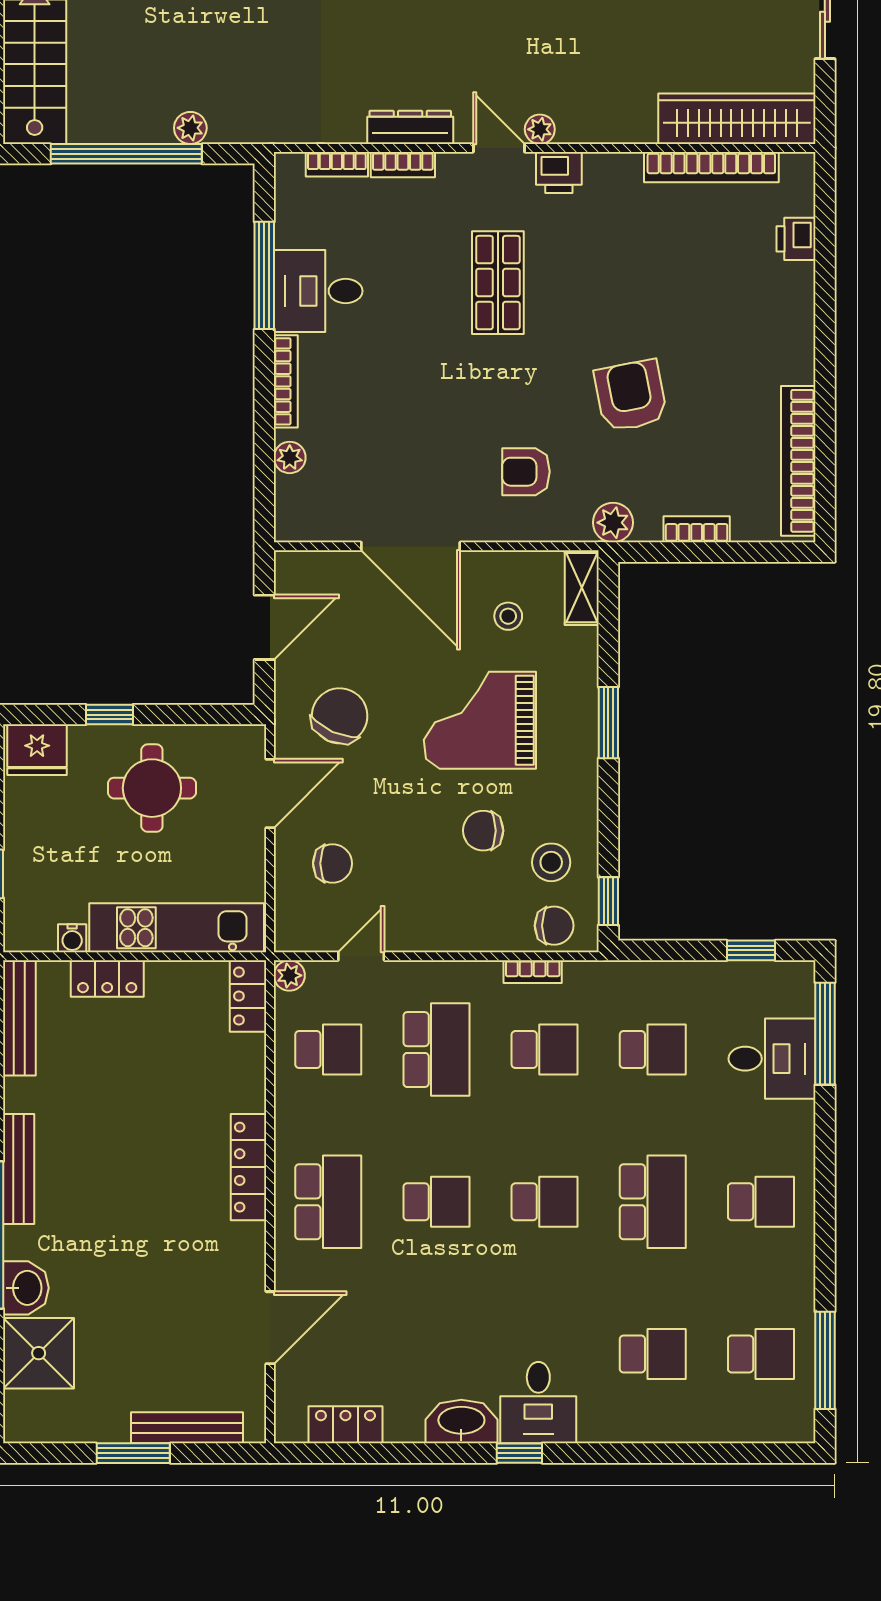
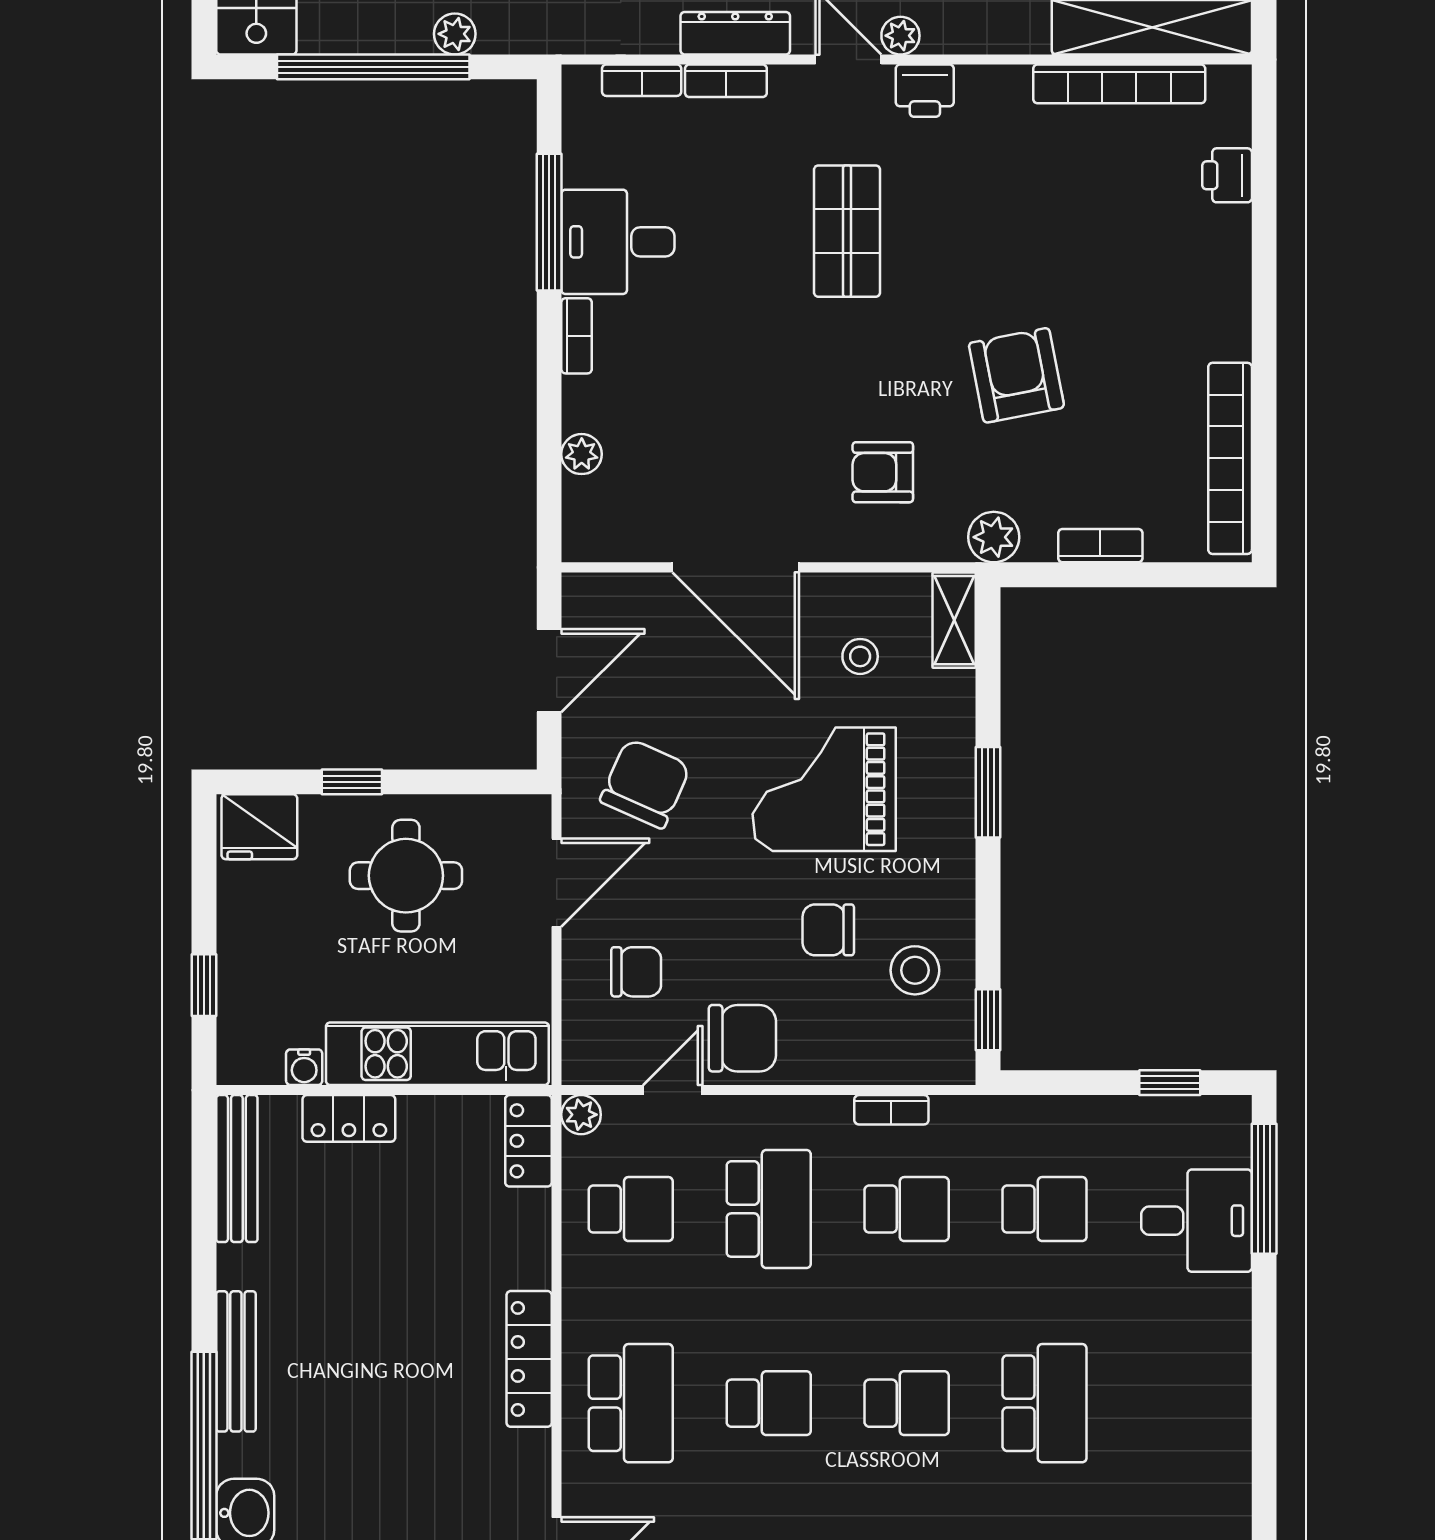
bookcase: (286, 381) -> (577, 336), width x0.64
chair: (554, 926) -> (742, 1038), moved, width x1.37, depth x1.37
school desk: (761, 1202) -> (1182, 1403), removed

